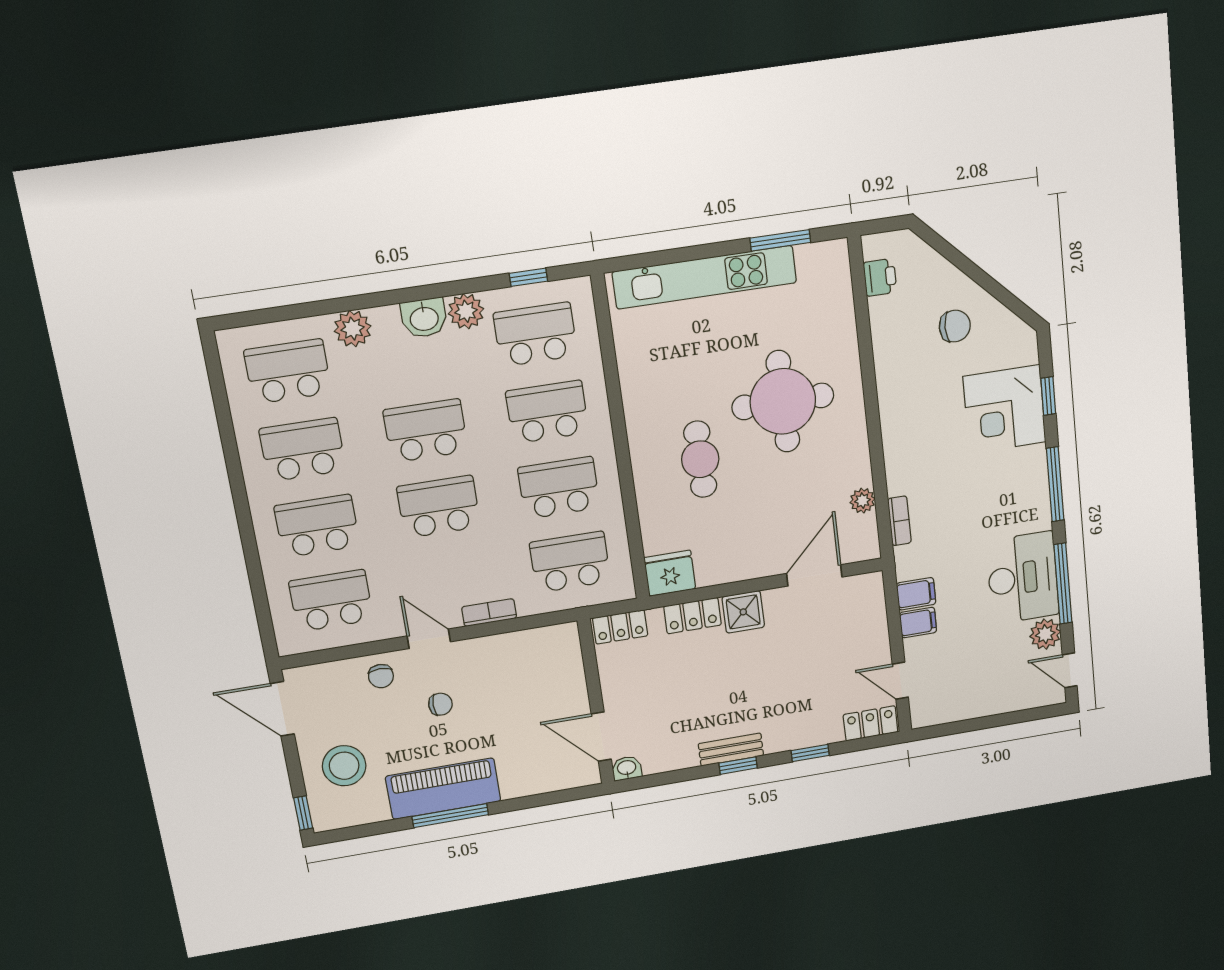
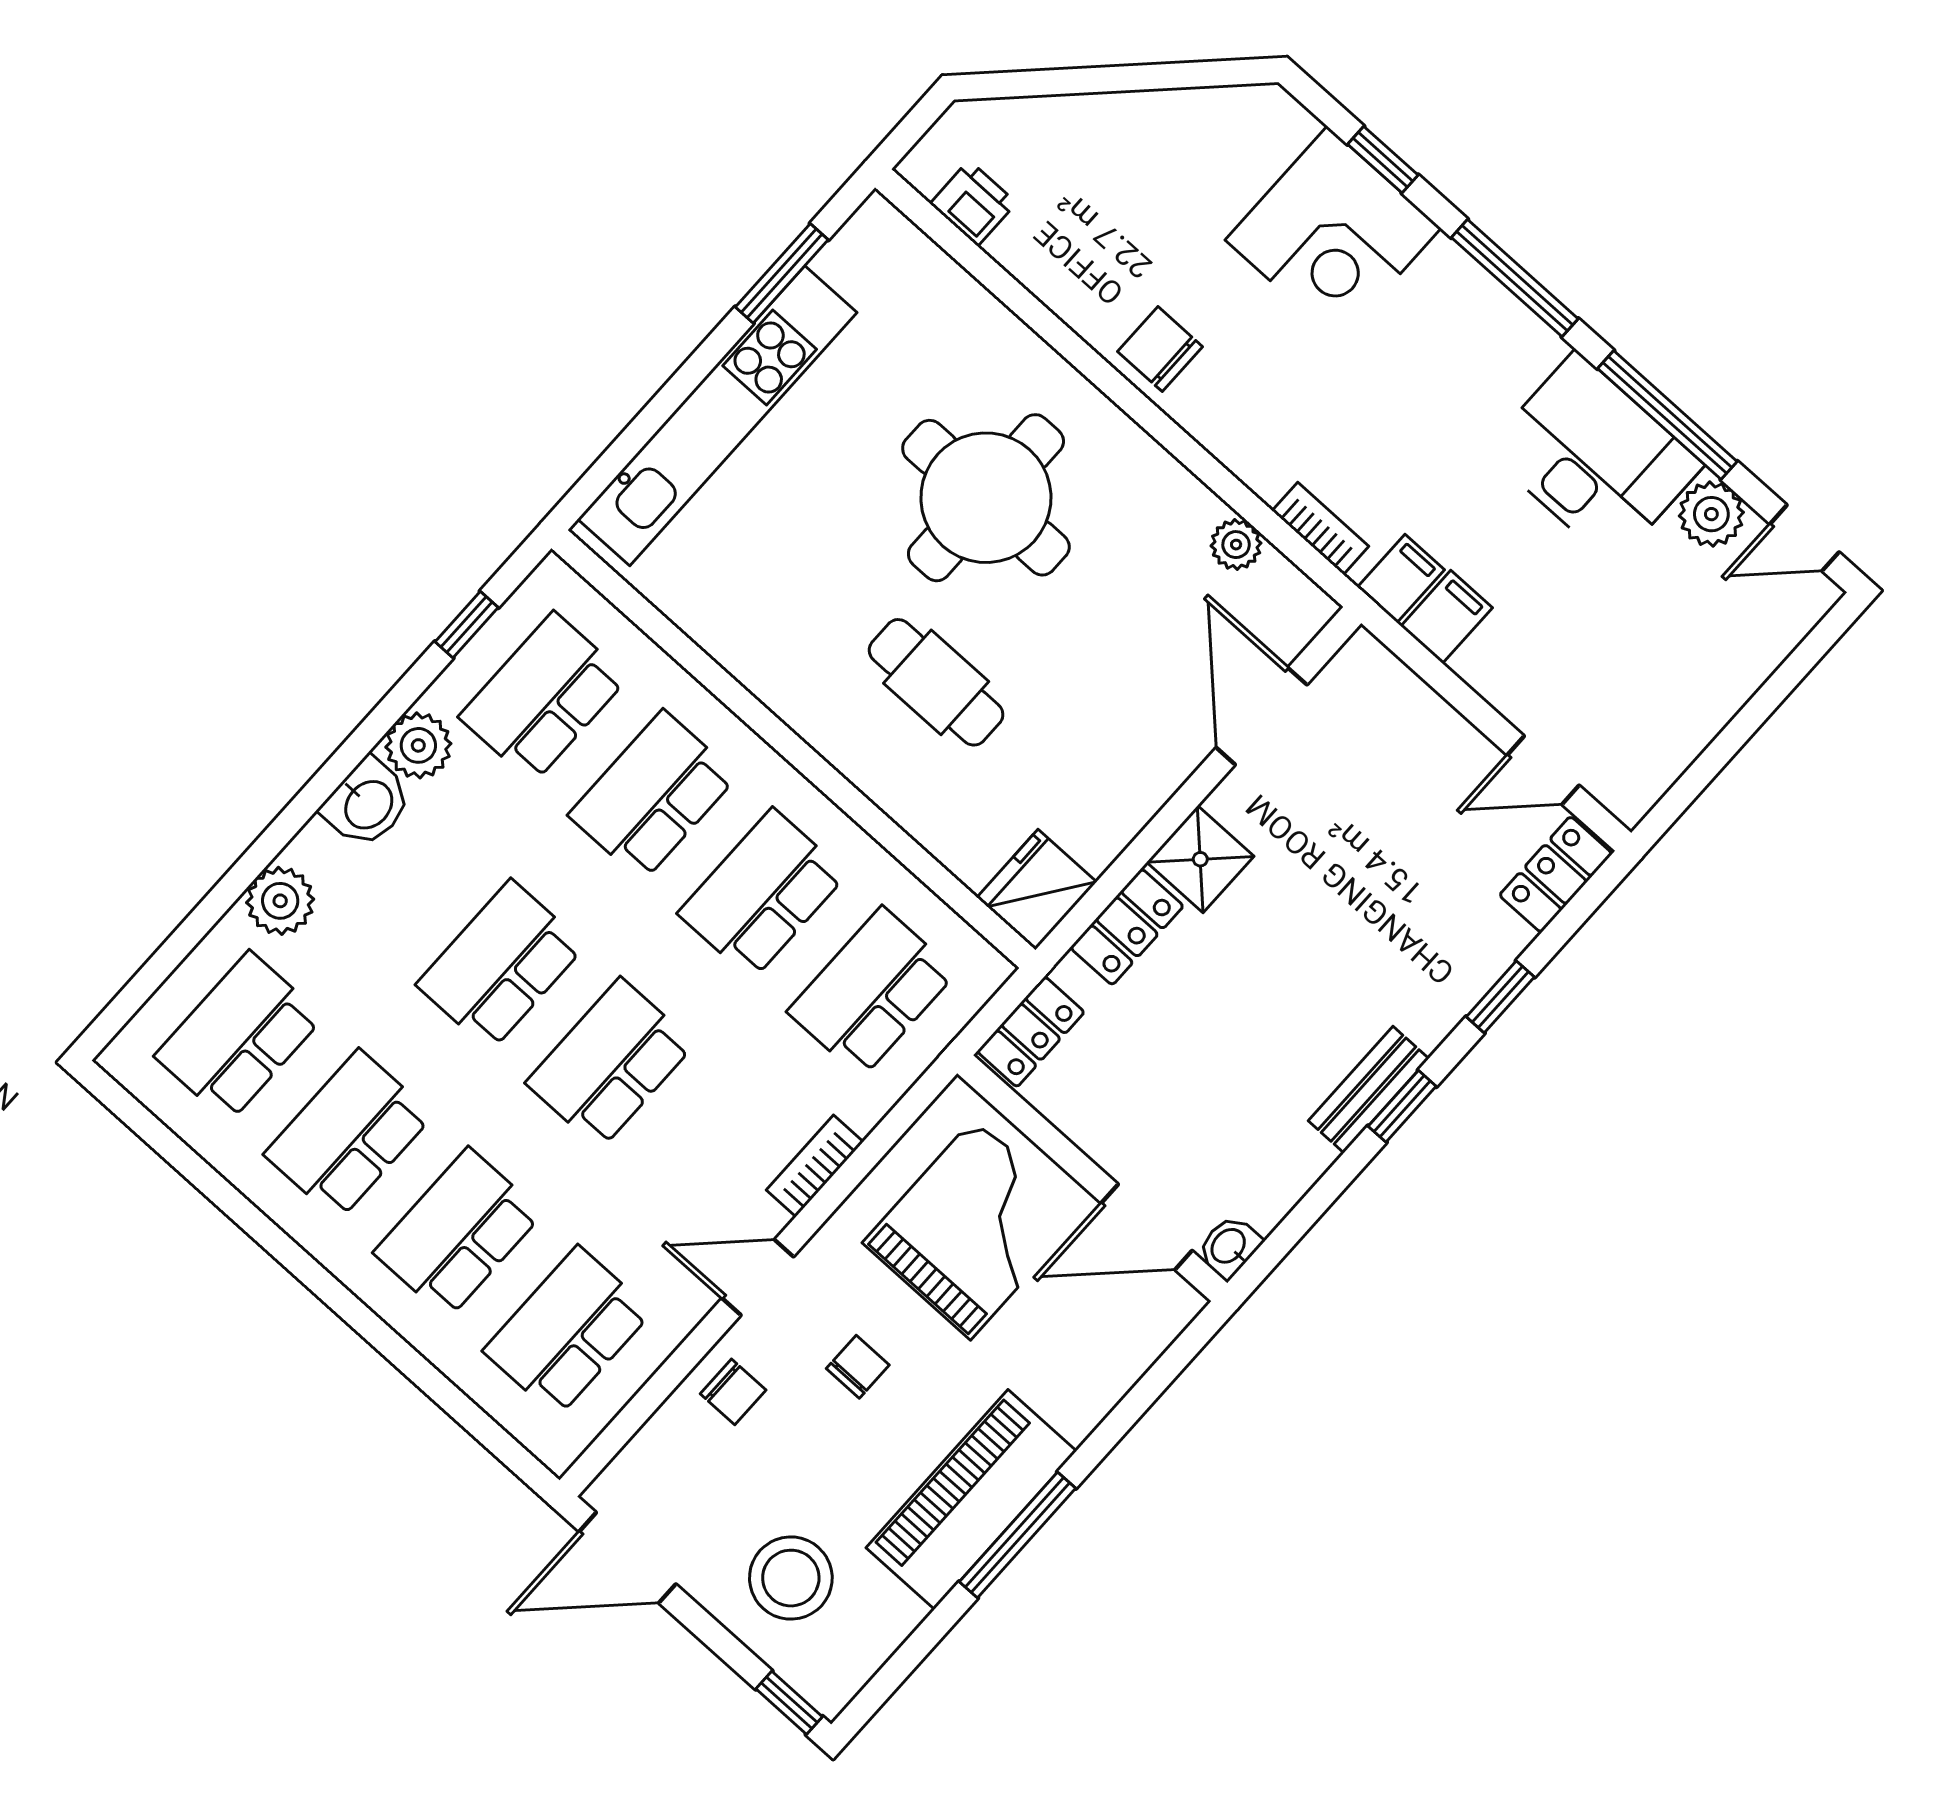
chair: (955, 326) -> (1160, 349), moved, turned -90
filing cabinet: (918, 622) -> (1401, 579), moved
grand piano: (532, 685) -> (973, 1229), added

